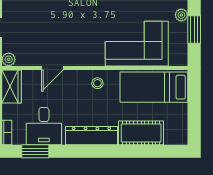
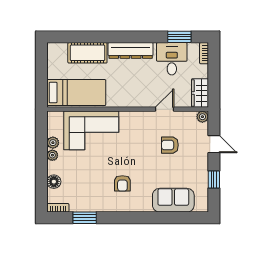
armchair: (46, 27) -> (170, 145), added
plant: (181, 29) -> (53, 143), added
window: (194, 29) -> (41, 143), removed
stool: (97, 83) -> (125, 96), removed

